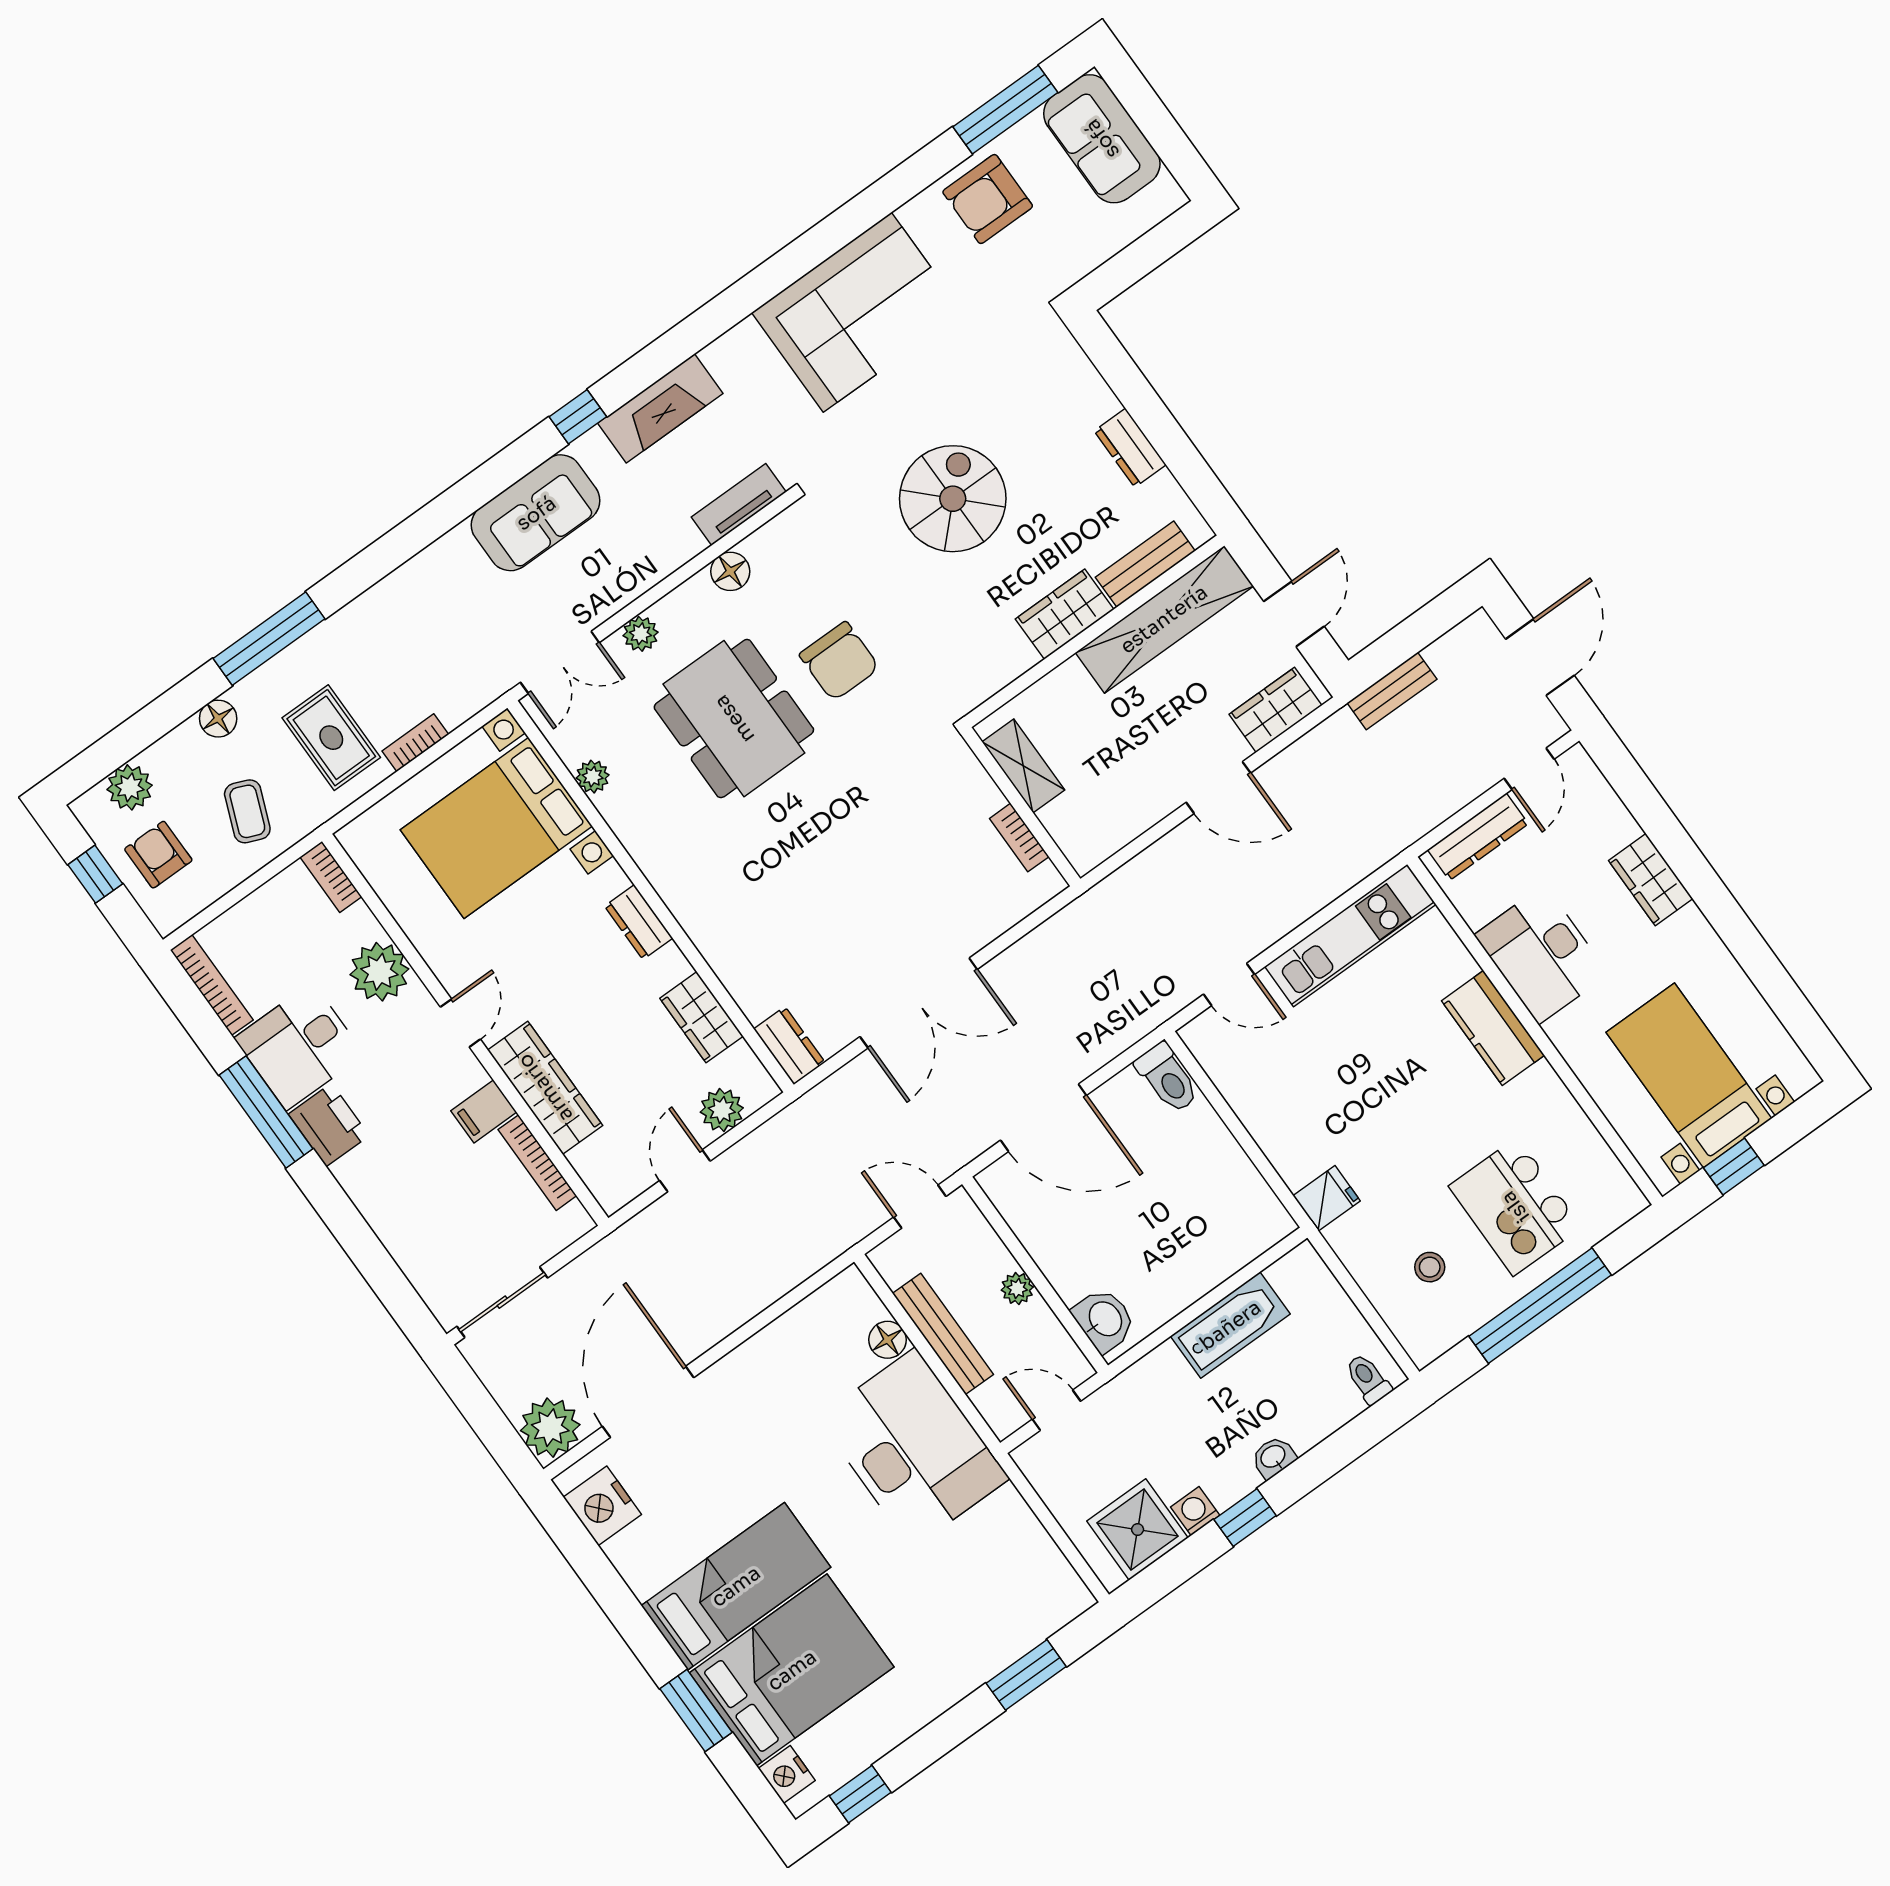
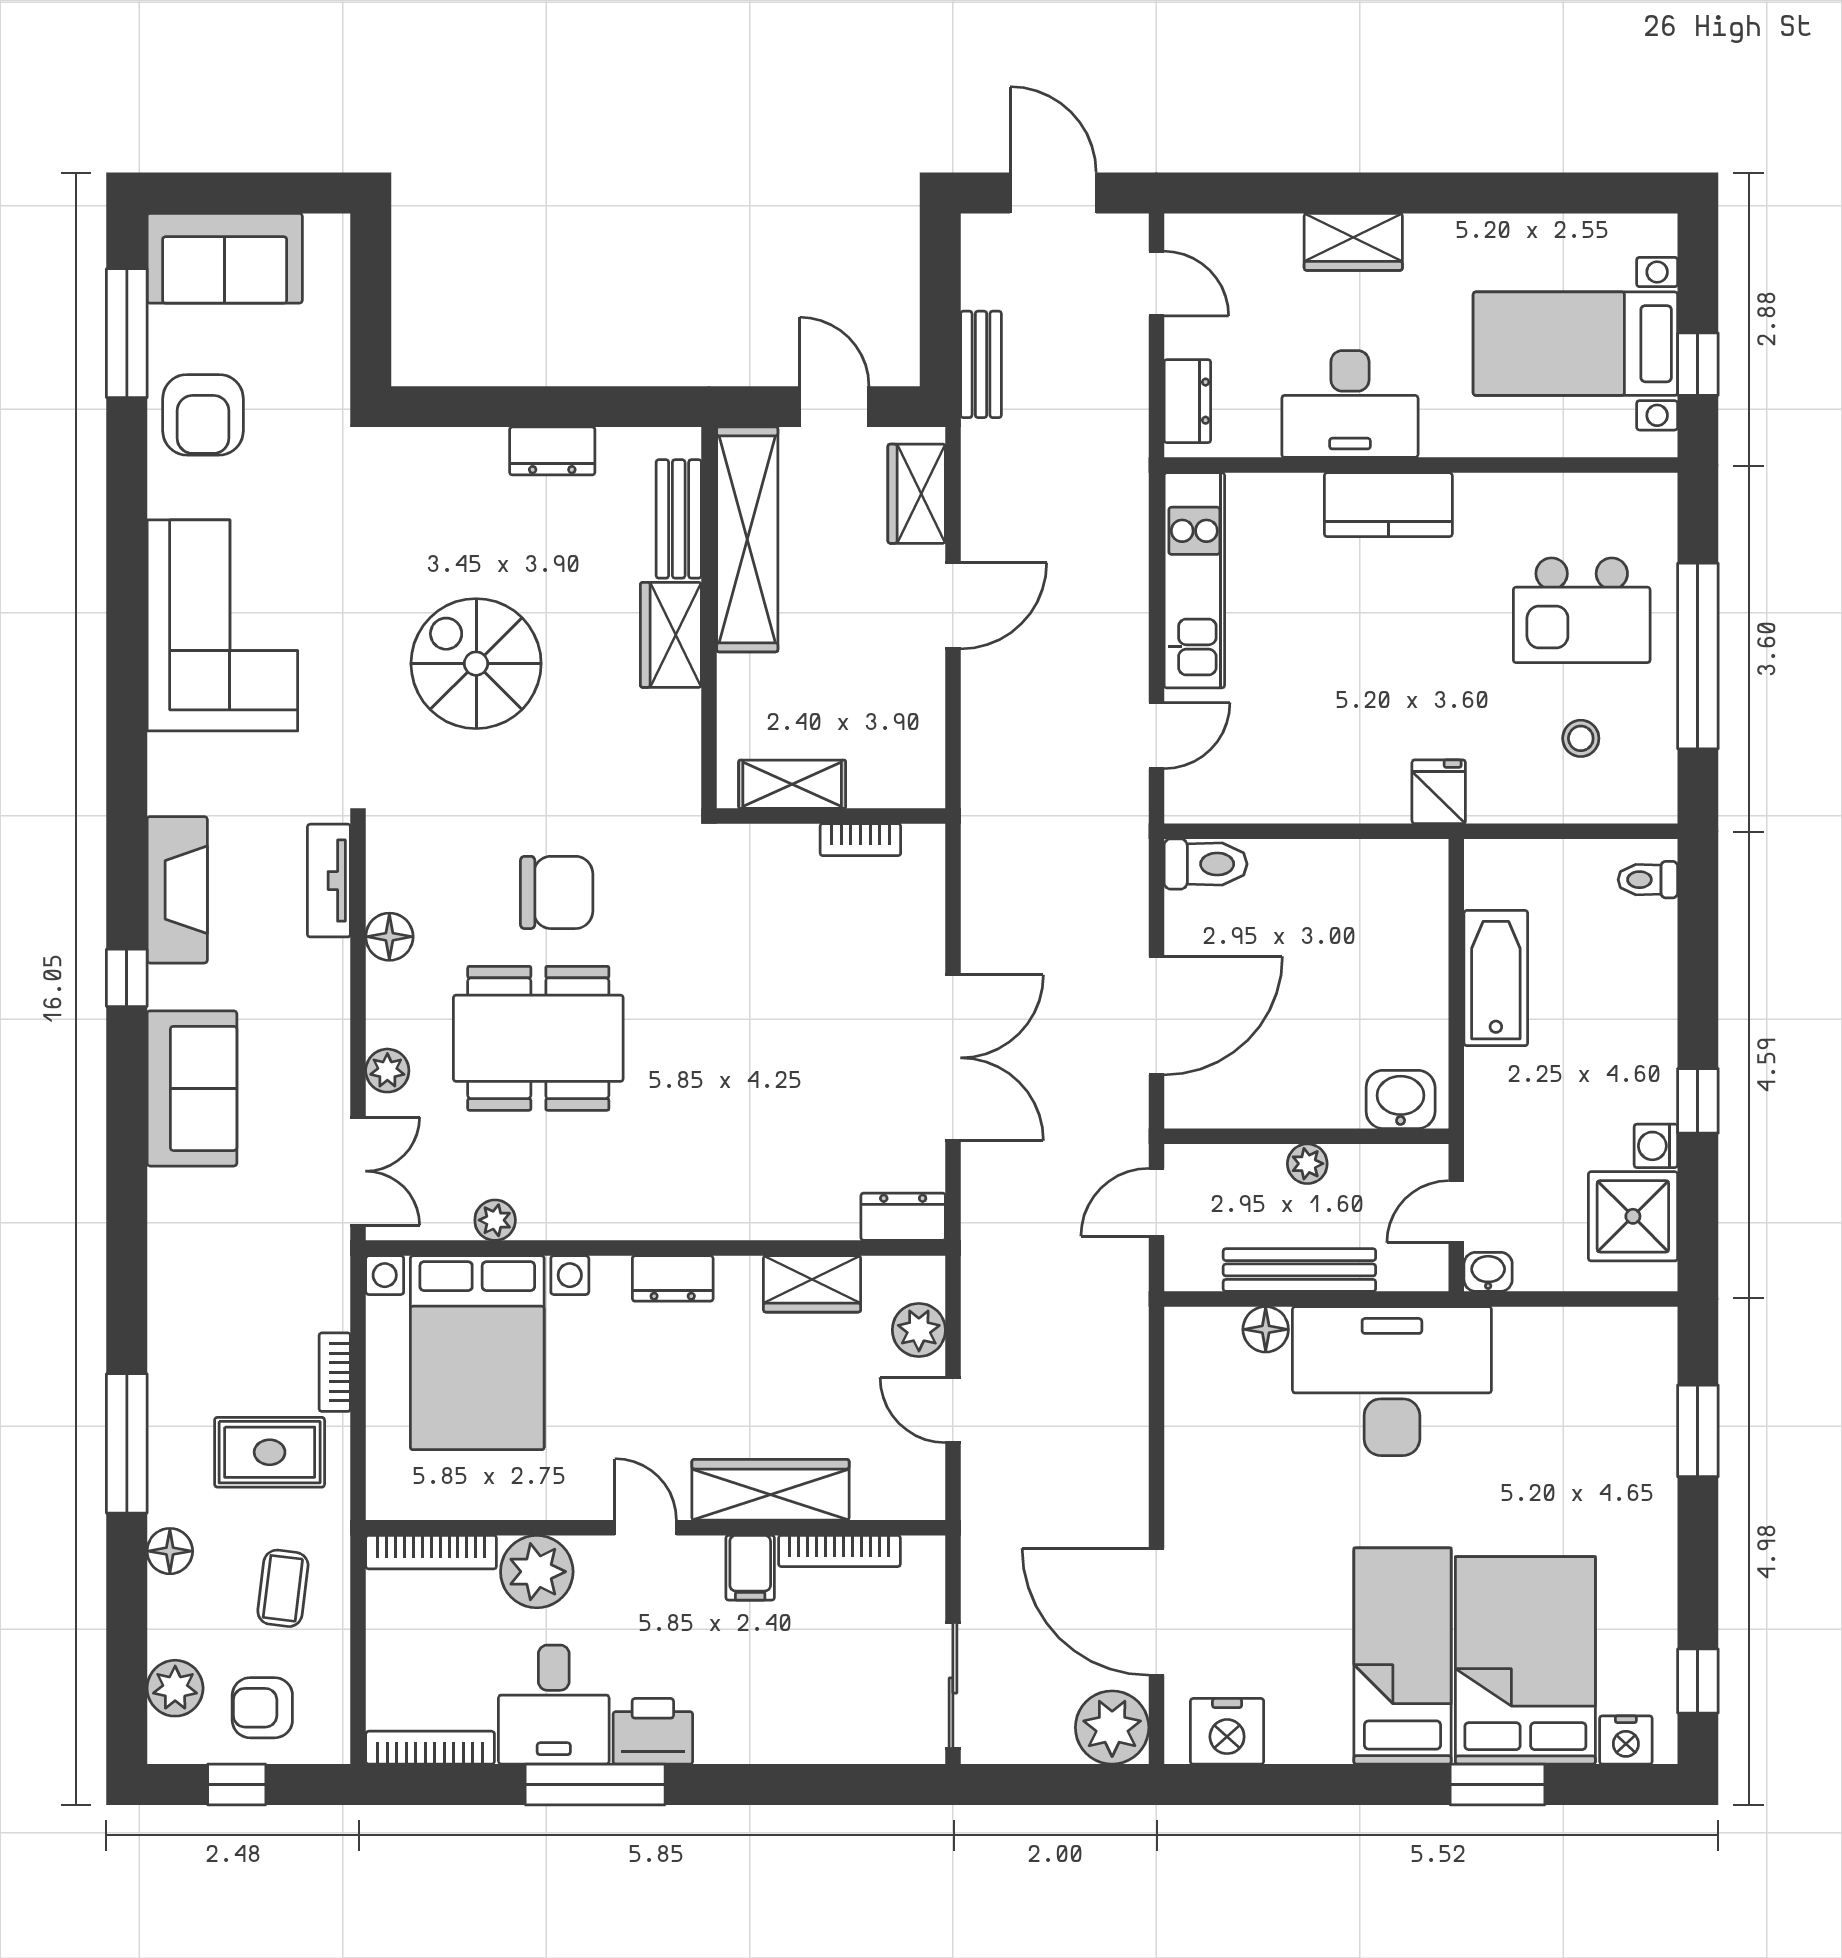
coffee table: (247, 811) -> (283, 1588), turned 75
dresser: (1478, 837) -> (1187, 401), width x0.70
bookcase: (331, 877) -> (431, 1552), width x1.56
washbasin: (1273, 1457) -> (1488, 1272), moved, turned 90

